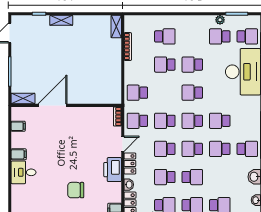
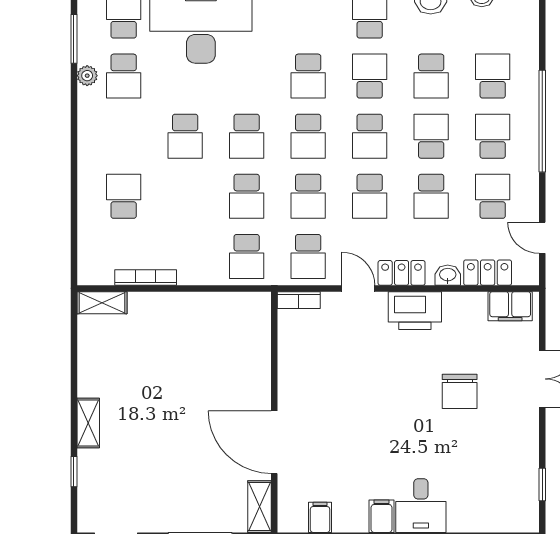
school desk: (165, 65) -> (247, 196), moved
school desk: (220, 149) -> (370, 76), turned 180
school desk: (220, 177) -> (431, 76), added

